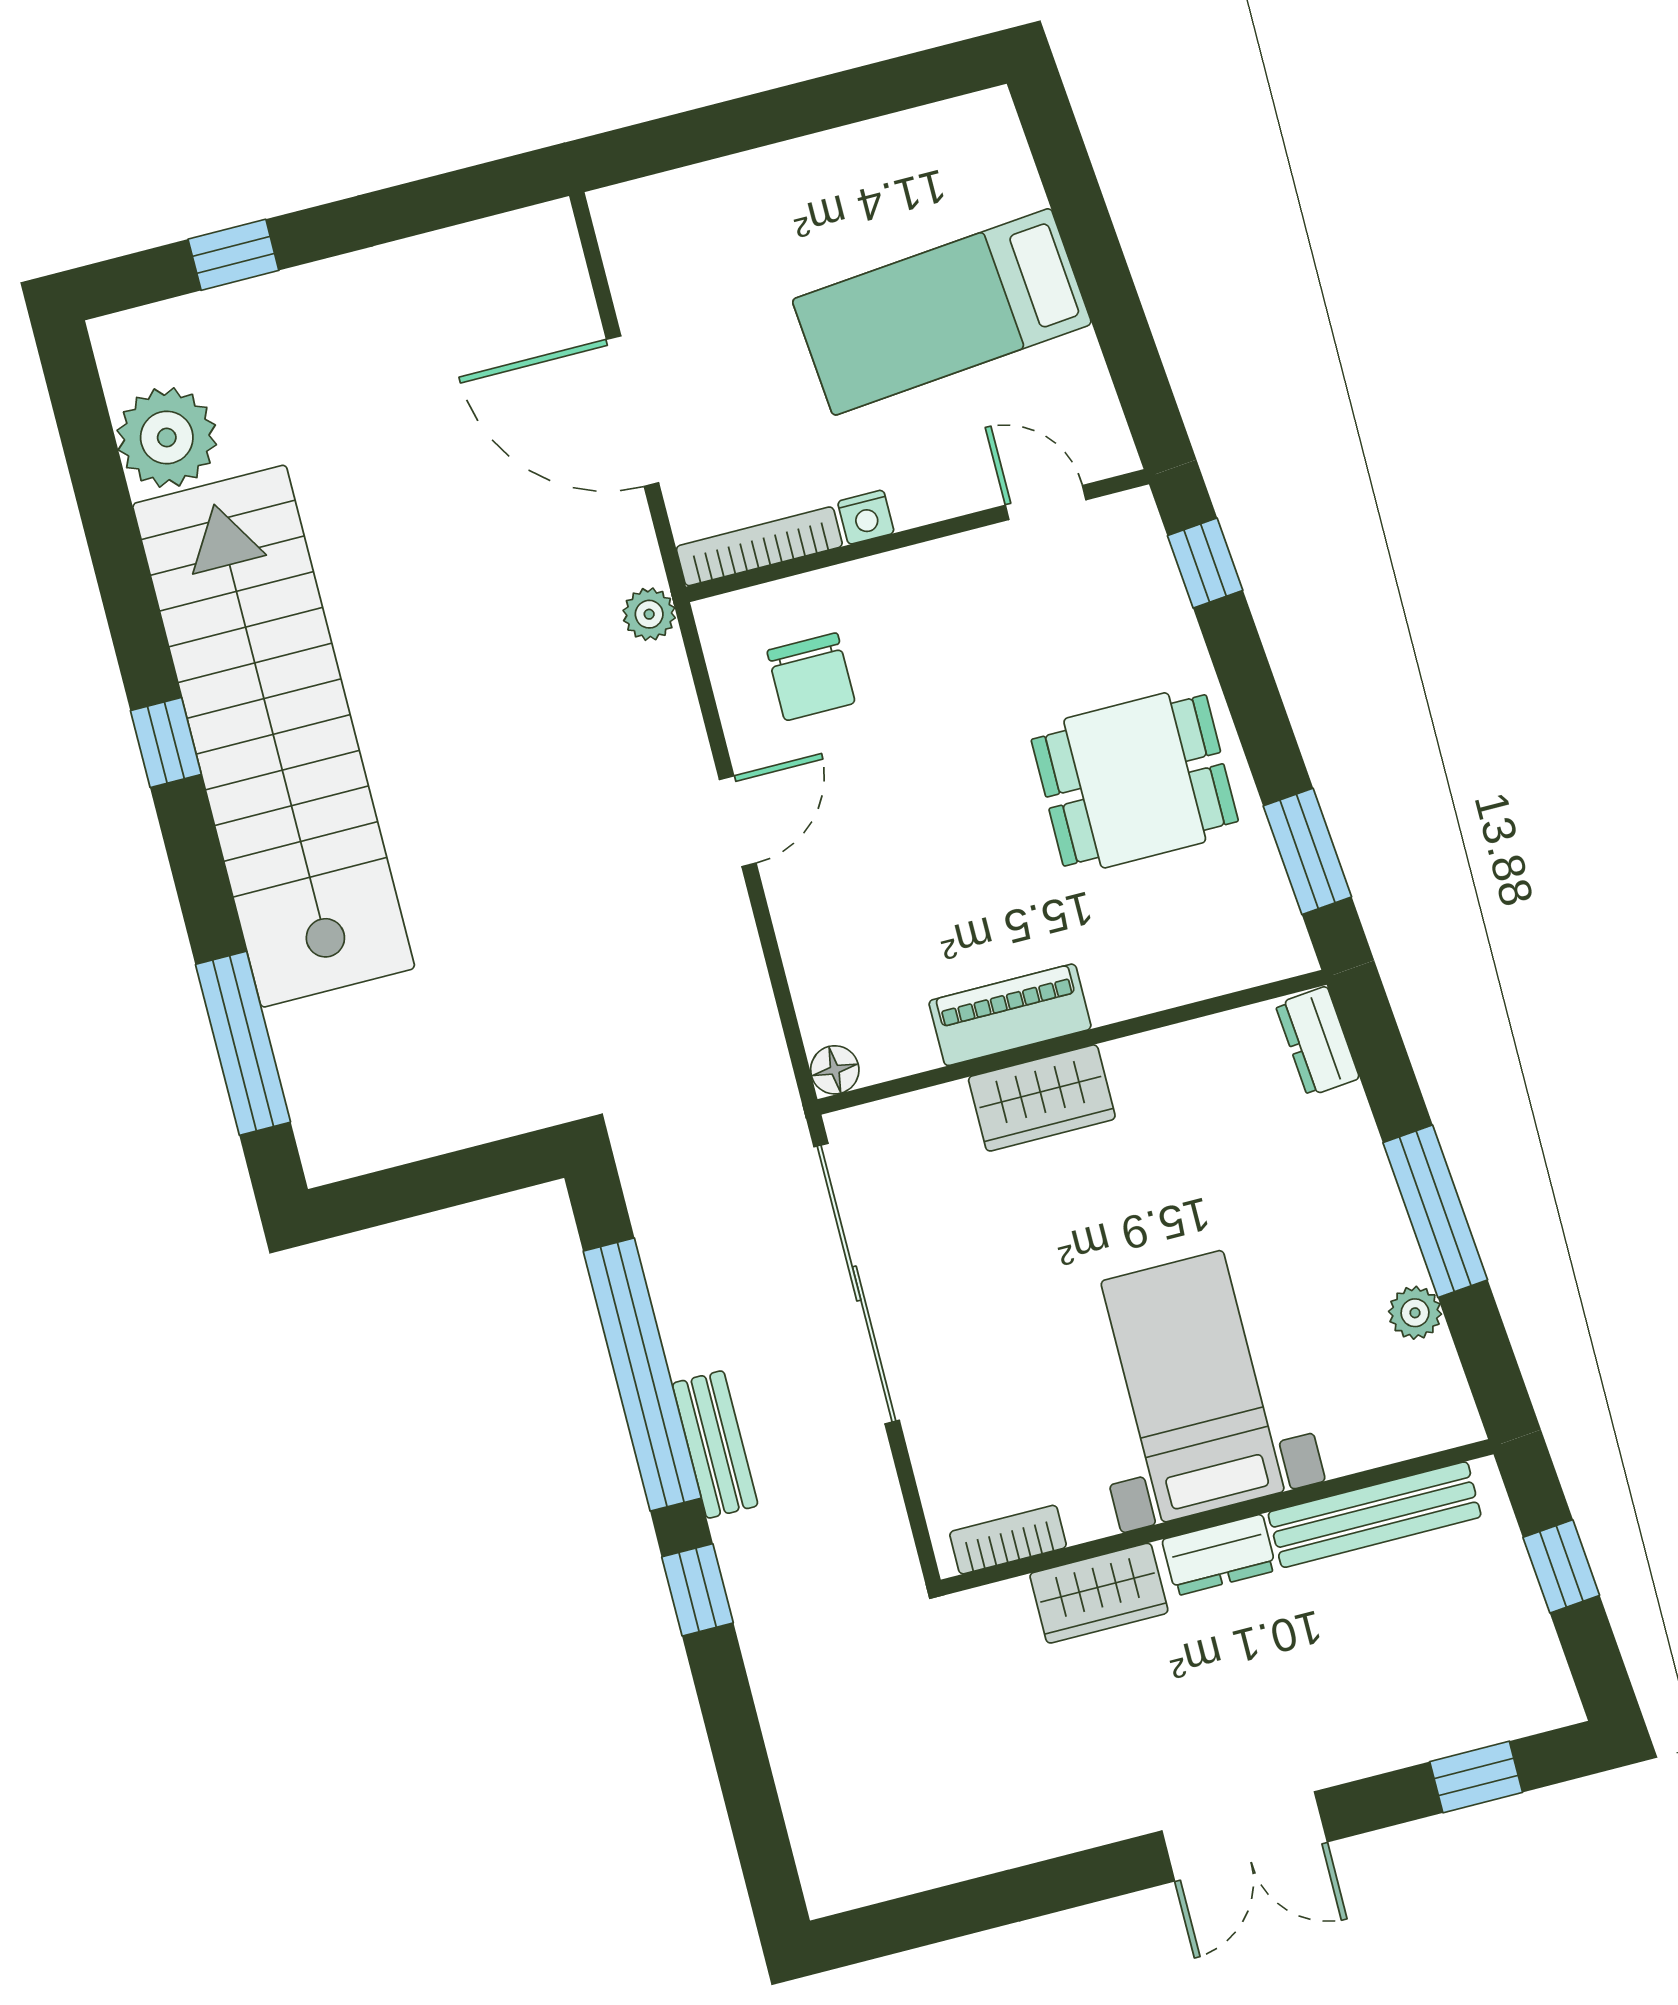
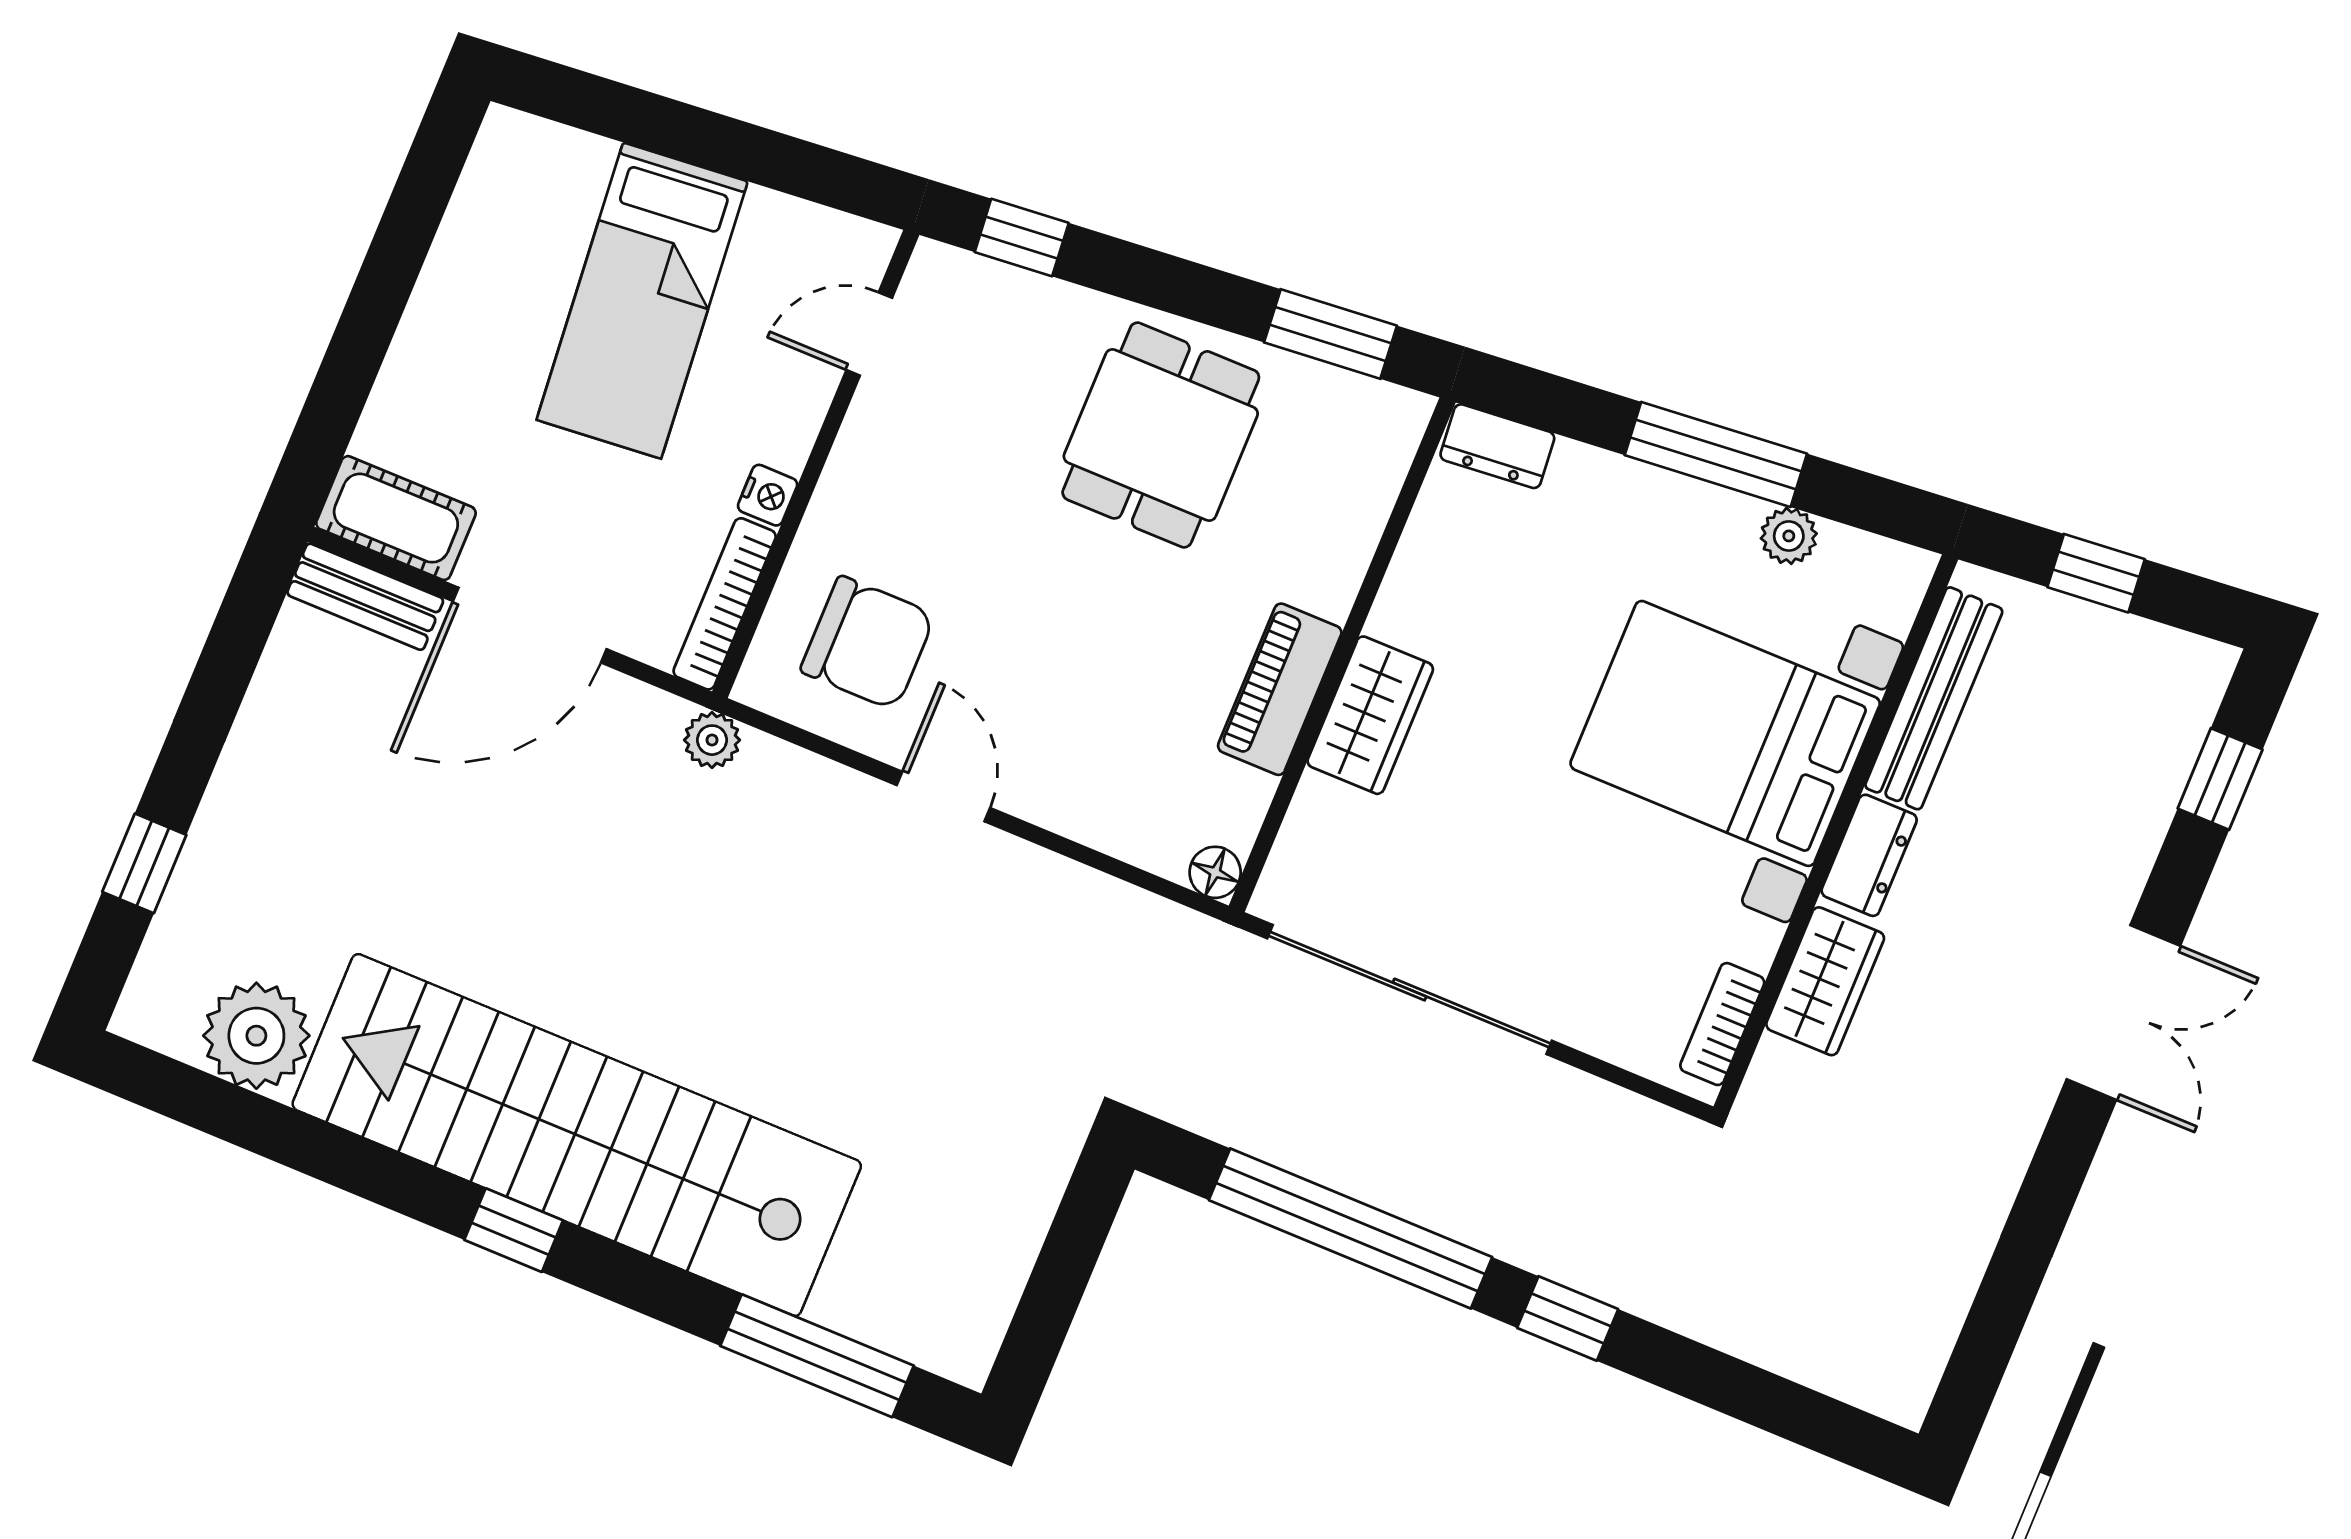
cot: (638, 249) -> (396, 518), added
chair: (811, 677) -> (868, 643), width x1.37, depth x1.37
bed with nightstands: (1193, 1386) -> (1725, 733), width x1.36
bench: (715, 1444) -> (365, 597), moved

